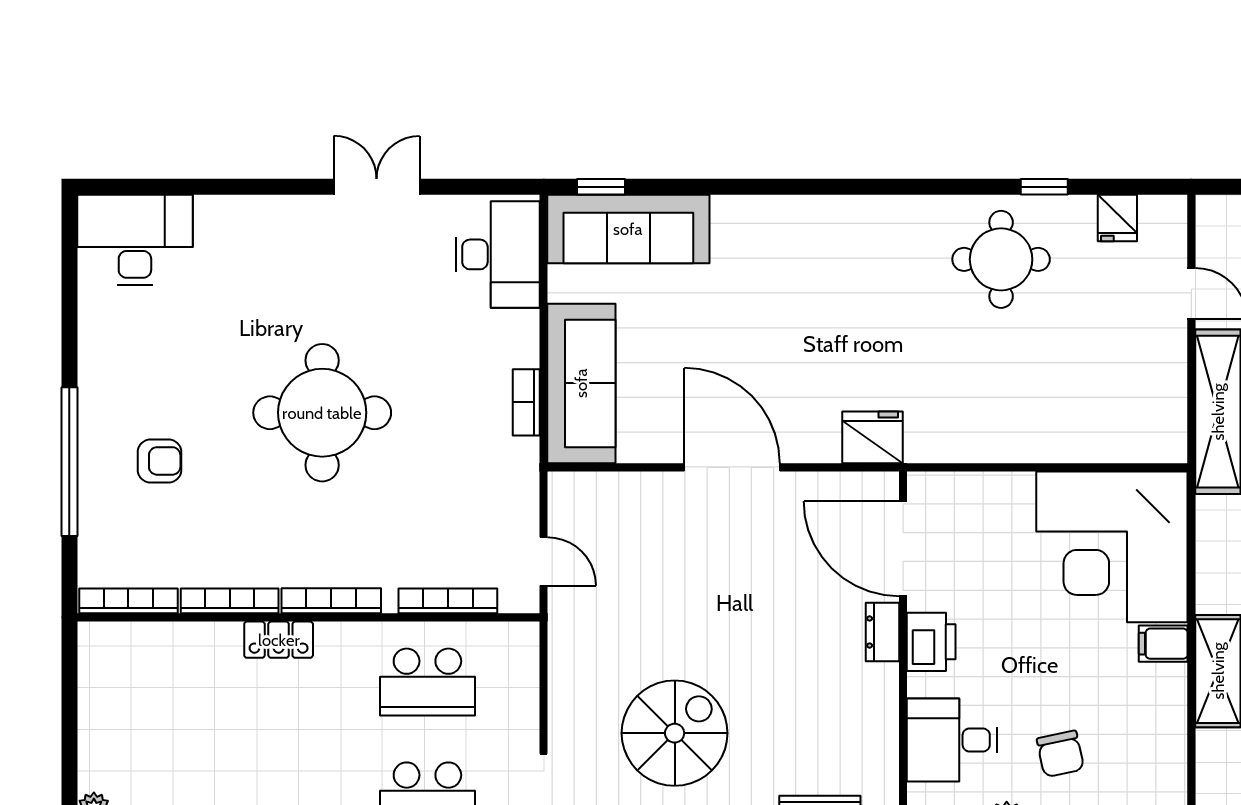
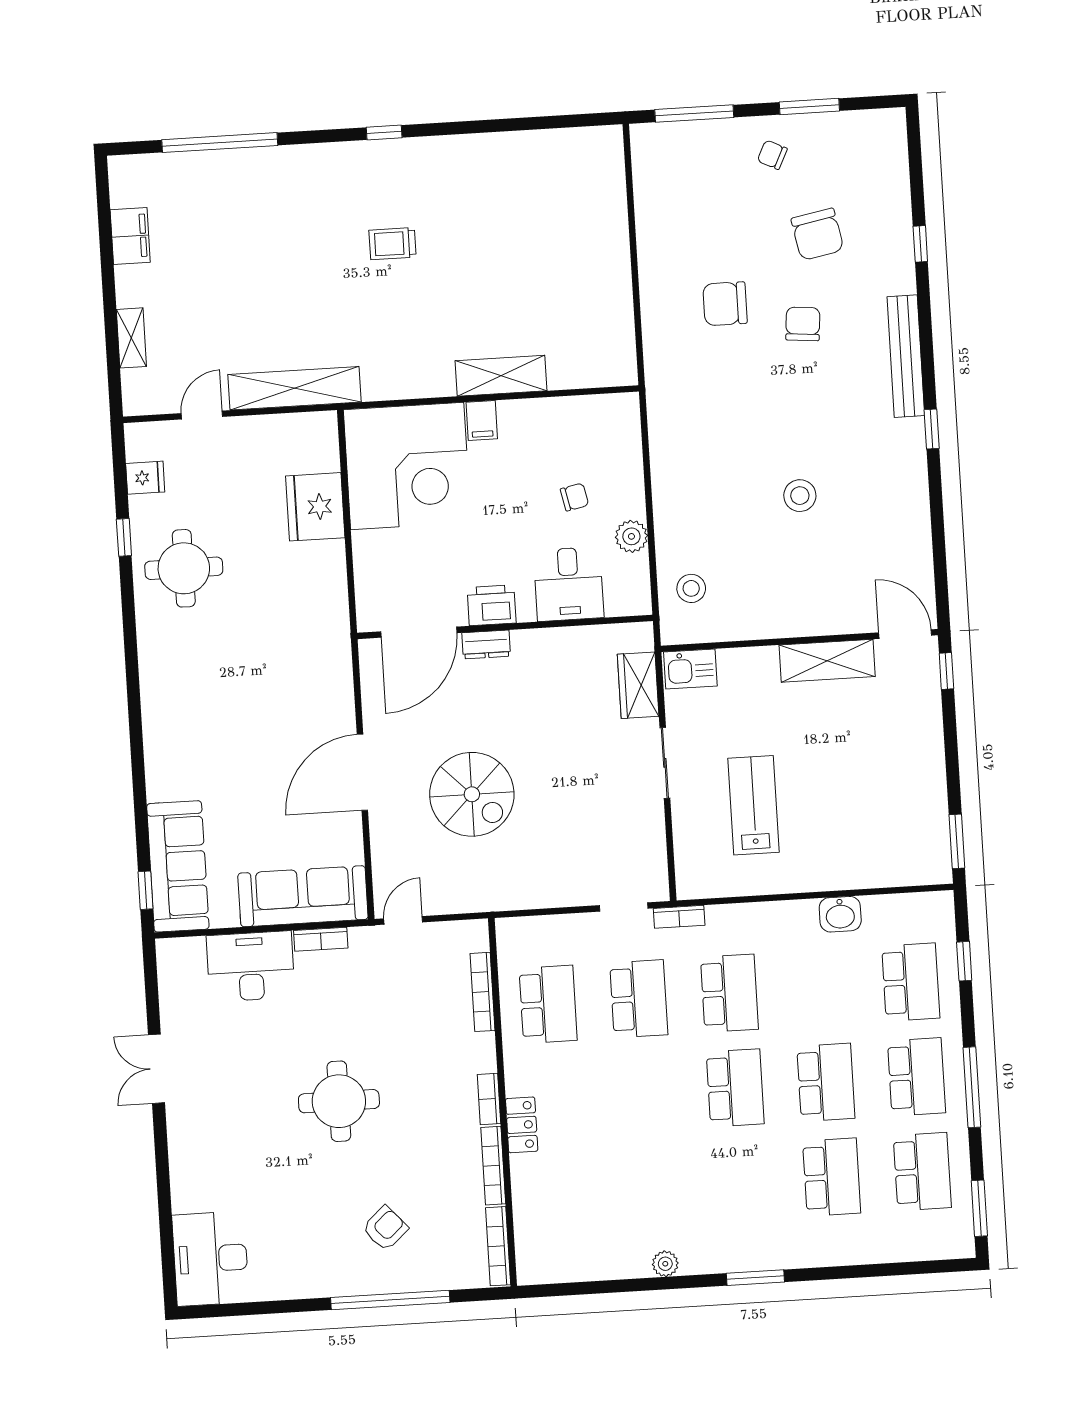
desk: (498, 254) -> (251, 966), moved
round table: (322, 413) -> (339, 1101), width x0.73, depth x0.73
fridge: (872, 437) -> (315, 507), moved, width x1.36, depth x1.34
armchair: (159, 461) -> (385, 1228), turned 48
door: (544, 561) -> (403, 920), moved
bookcase: (331, 601) -> (489, 1099), width x0.64
spiral stairs: (675, 733) -> (472, 794), moved, turned 180
chair: (1060, 754) -> (574, 497), width x0.73, depth x0.73

